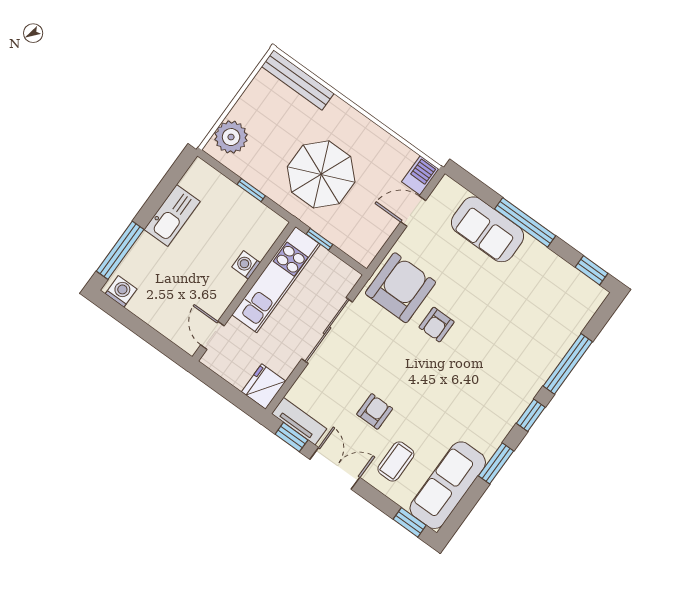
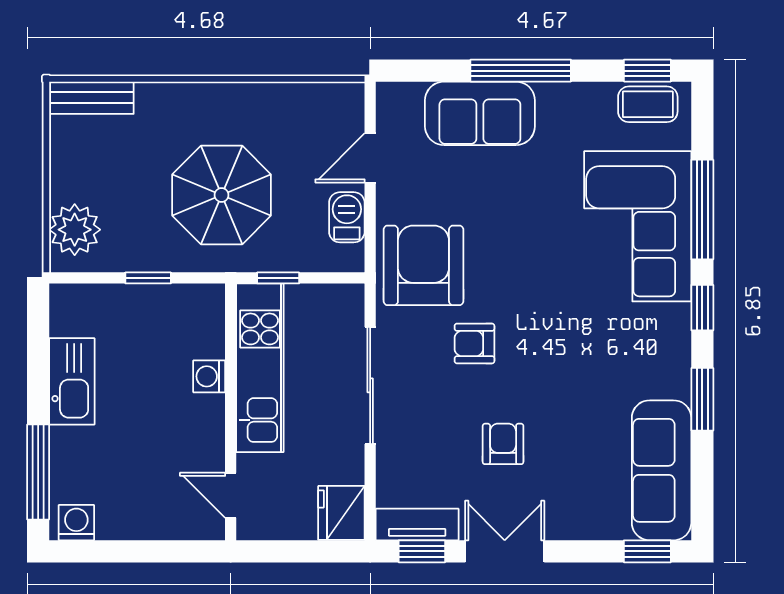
bench: (298, 80) -> (91, 98), width x0.73
barbecue: (420, 175) -> (347, 217), moved
armchair: (437, 325) -> (474, 343), moved, turned 90
corner sofa: (528, 348) -> (638, 226), added
coffee table: (396, 462) -> (648, 104), moved, turned 90

